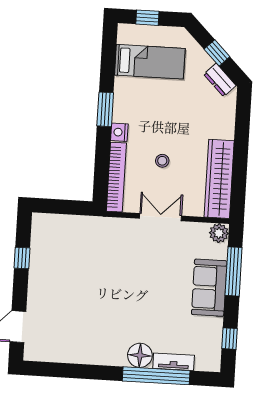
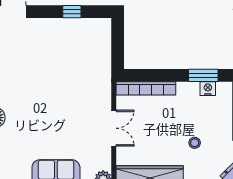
nightstand: (119, 132) -> (208, 89), moved
stool: (162, 161) -> (195, 143), moved

